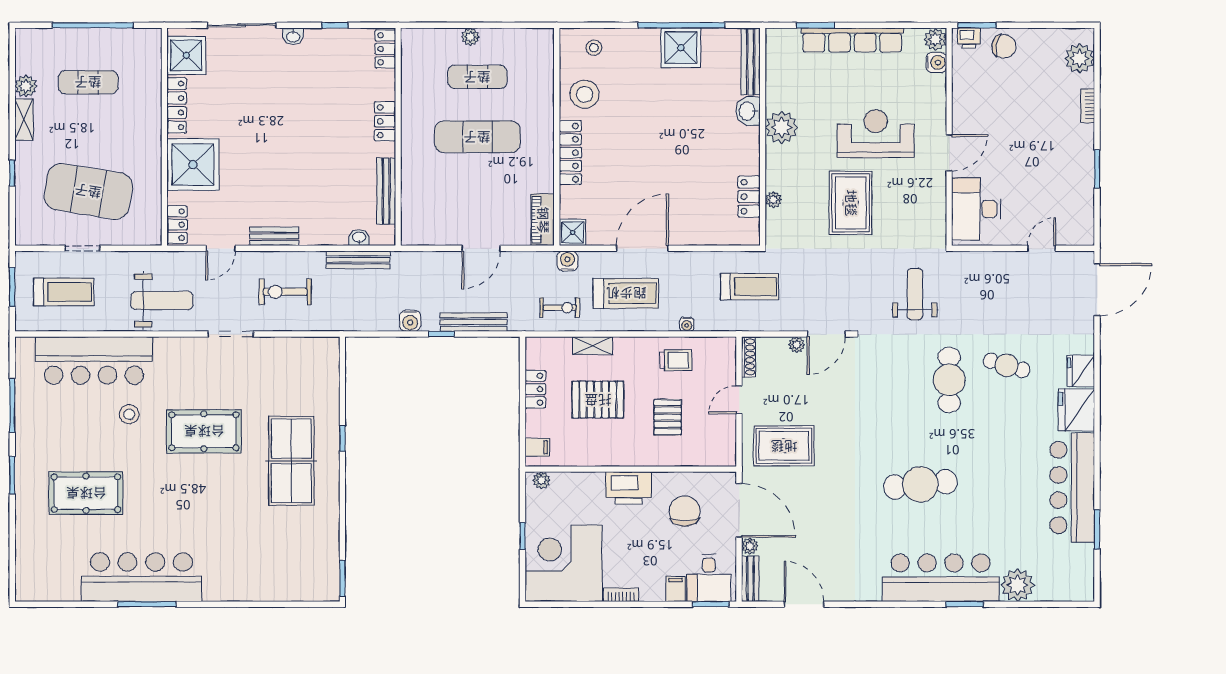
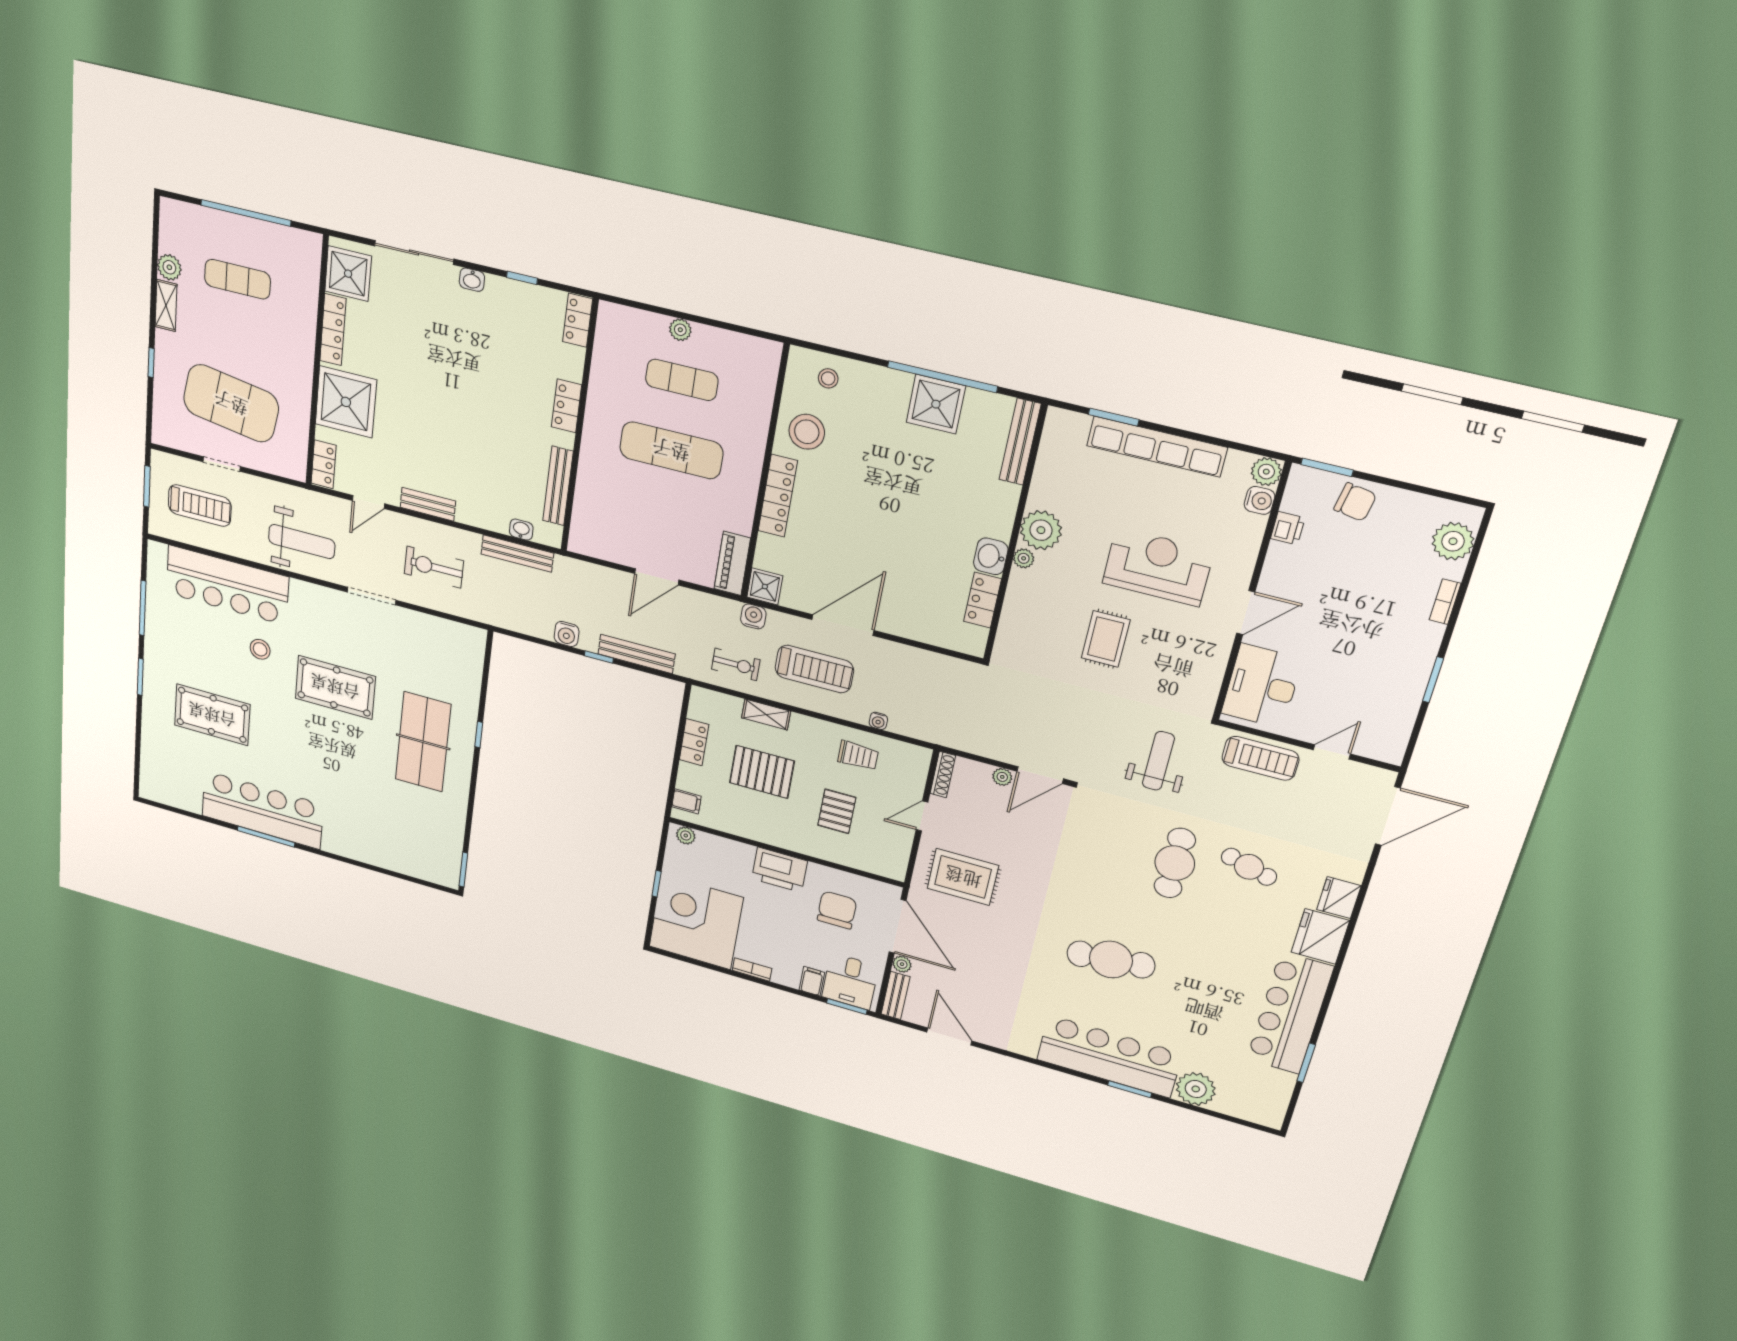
printer: (969, 38) -> (1288, 528), moved, turned -90
washbasin: (748, 111) -> (991, 556), moved
plant: (773, 200) -> (1024, 558), moved
rug: (851, 203) -> (1106, 639), width x0.73, depth x0.70
treadmill: (750, 287) -> (1260, 758), moved

